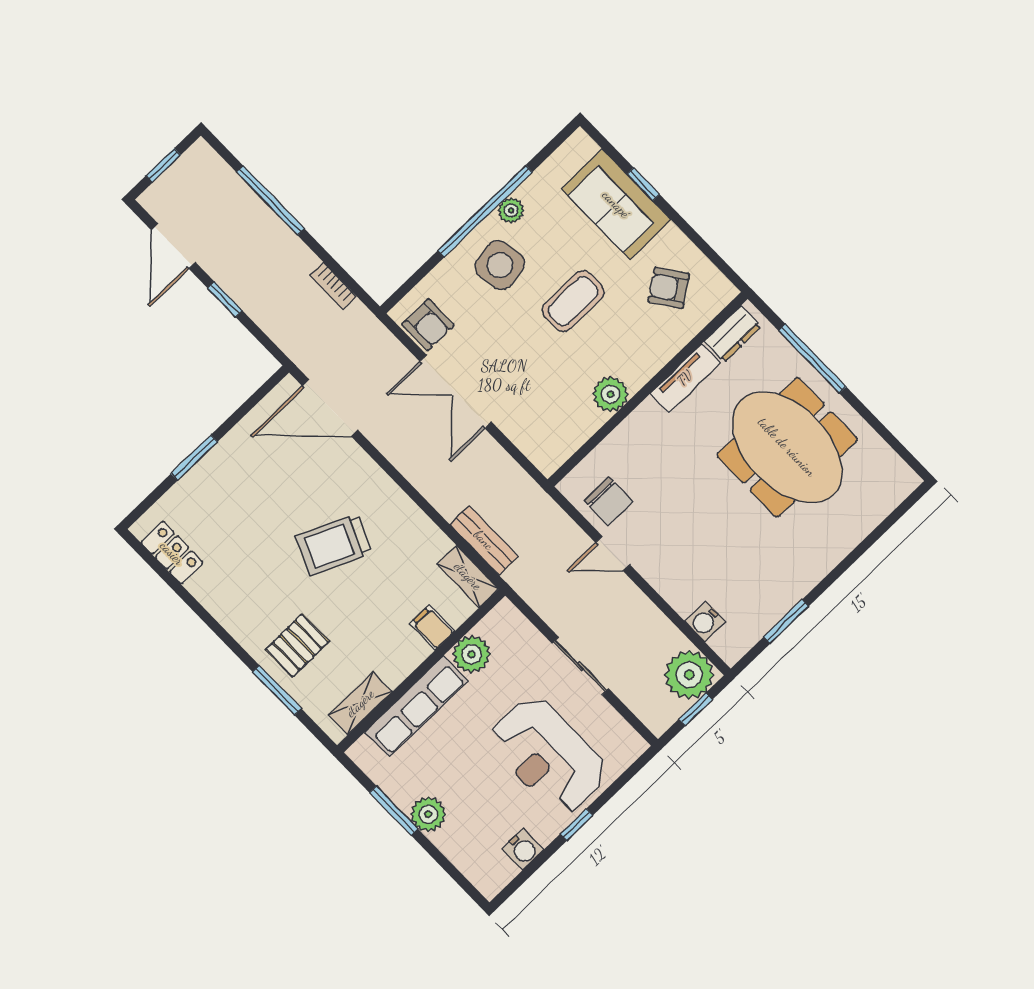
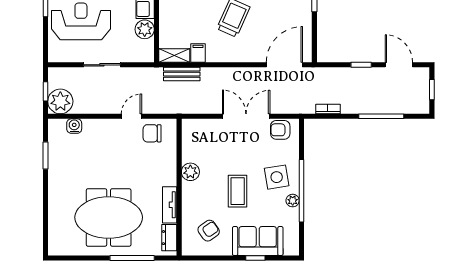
filing cabinet: (432, 627) -> (198, 53), moved, turned -90

